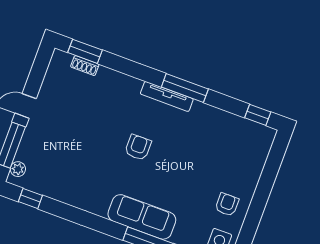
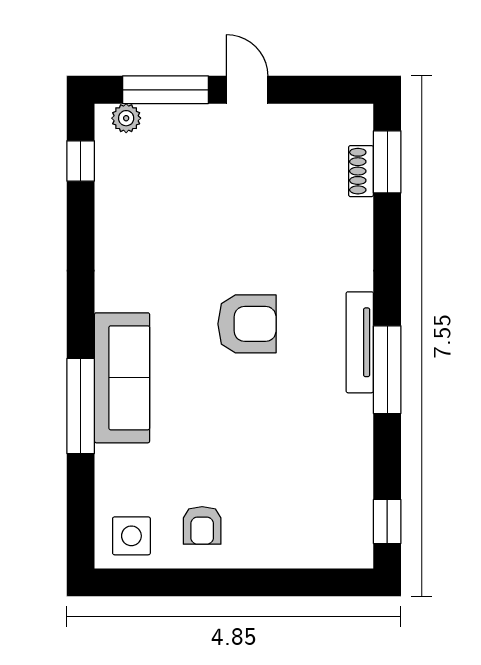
armchair: (138, 147) -> (247, 324), width x1.38, depth x1.38
armchair: (227, 205) -> (202, 525), turned 90

